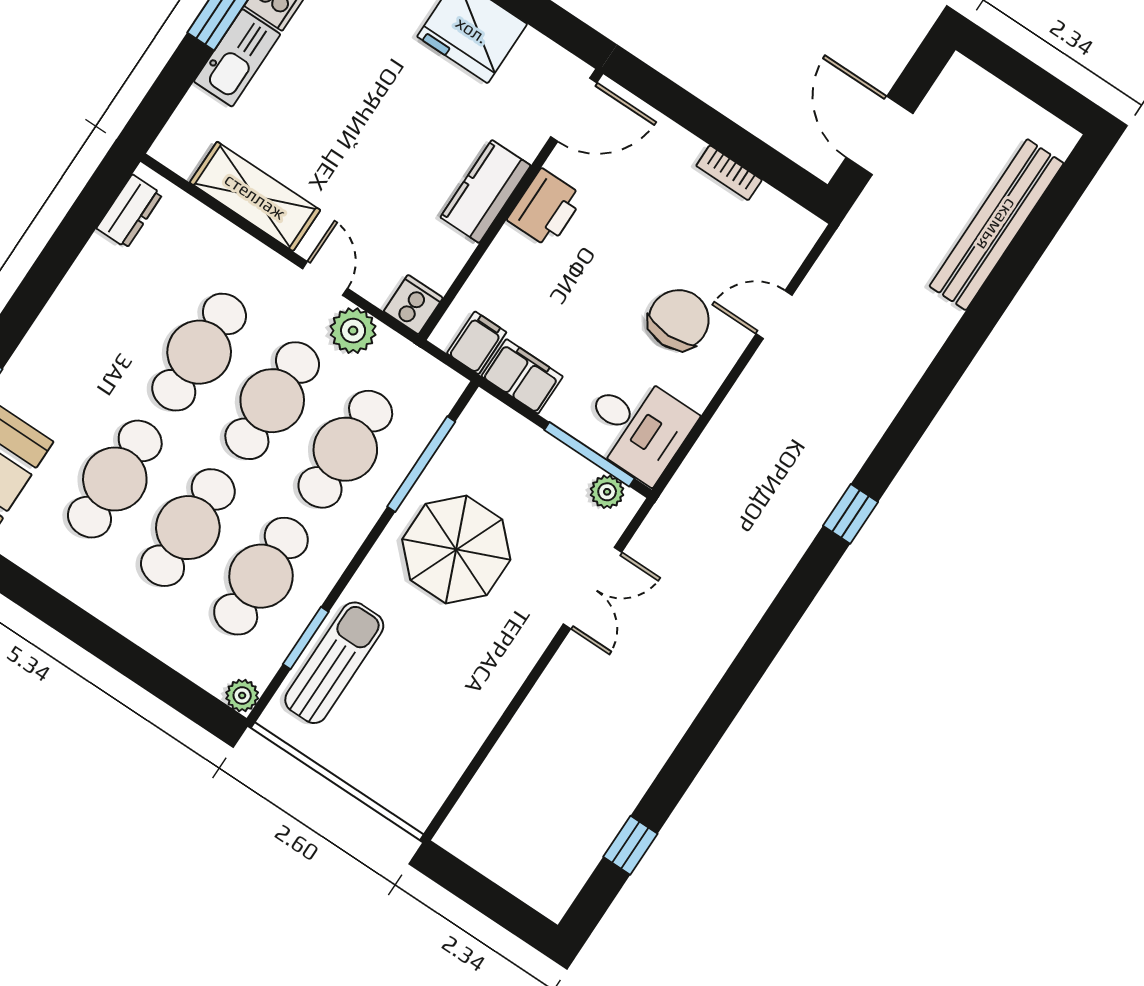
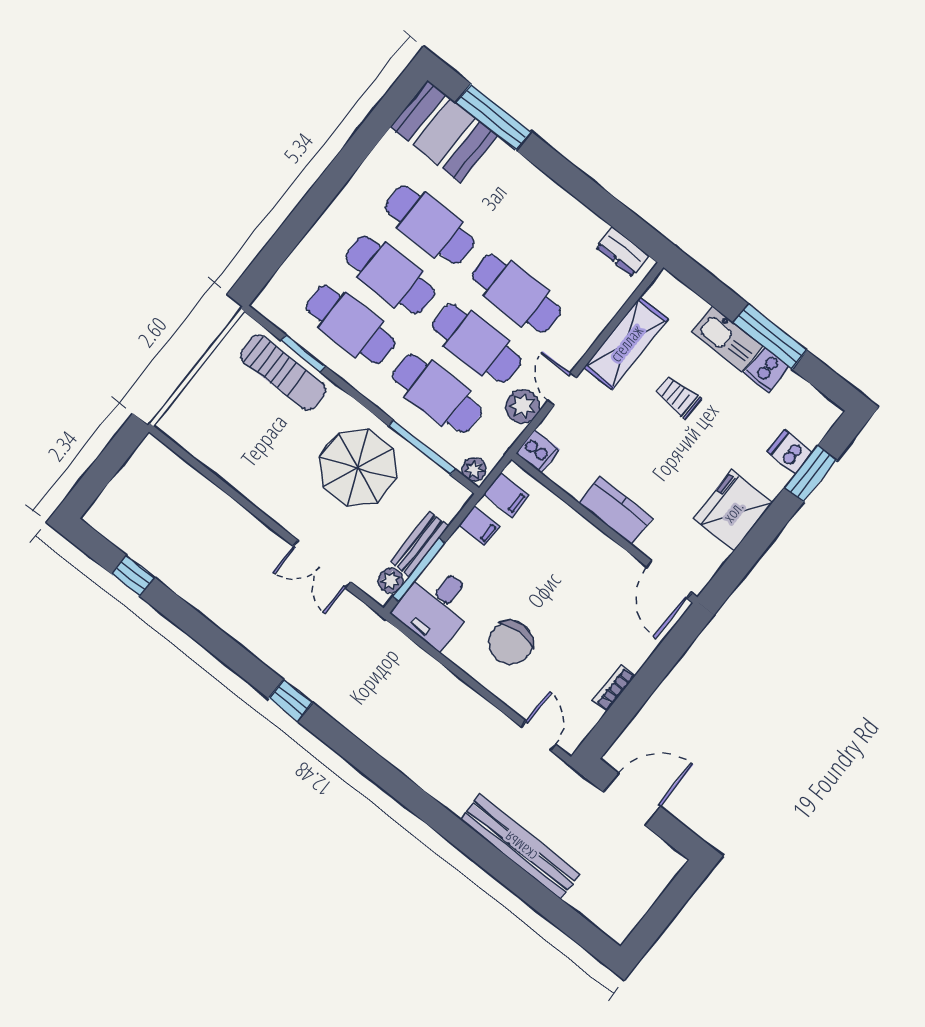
trolley: (322, 118) -> (678, 397), added
printer: (546, 208) -> (600, 553), removed
bench: (997, 225) -> (520, 847), moved
door: (325, 278) -> (562, 389), swing flipped
door: (774, 315) -> (538, 736), moved
chair: (679, 320) -> (511, 643), turned 90
filing cabinet: (522, 376) -> (479, 526), width x0.50
bench: (554, 456) -> (419, 544), added
window: (850, 514) -> (291, 701), moved
plant: (242, 695) -> (474, 469), moved

